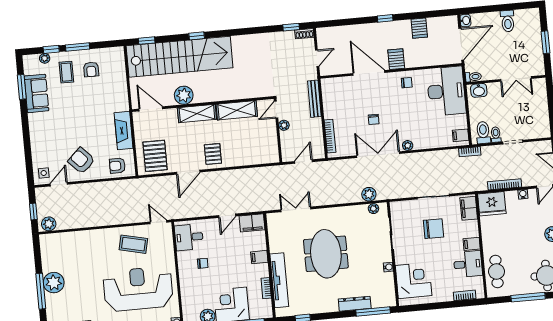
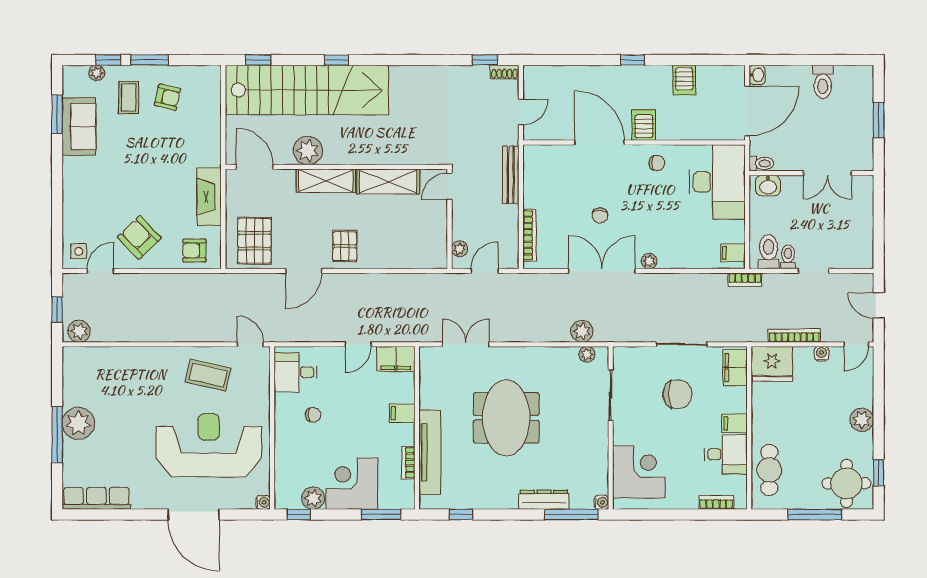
armchair: (91, 69) -> (167, 97), turned -77
plant: (284, 125) -> (460, 249), moved
water cooler: (388, 267) -> (601, 502), moved

